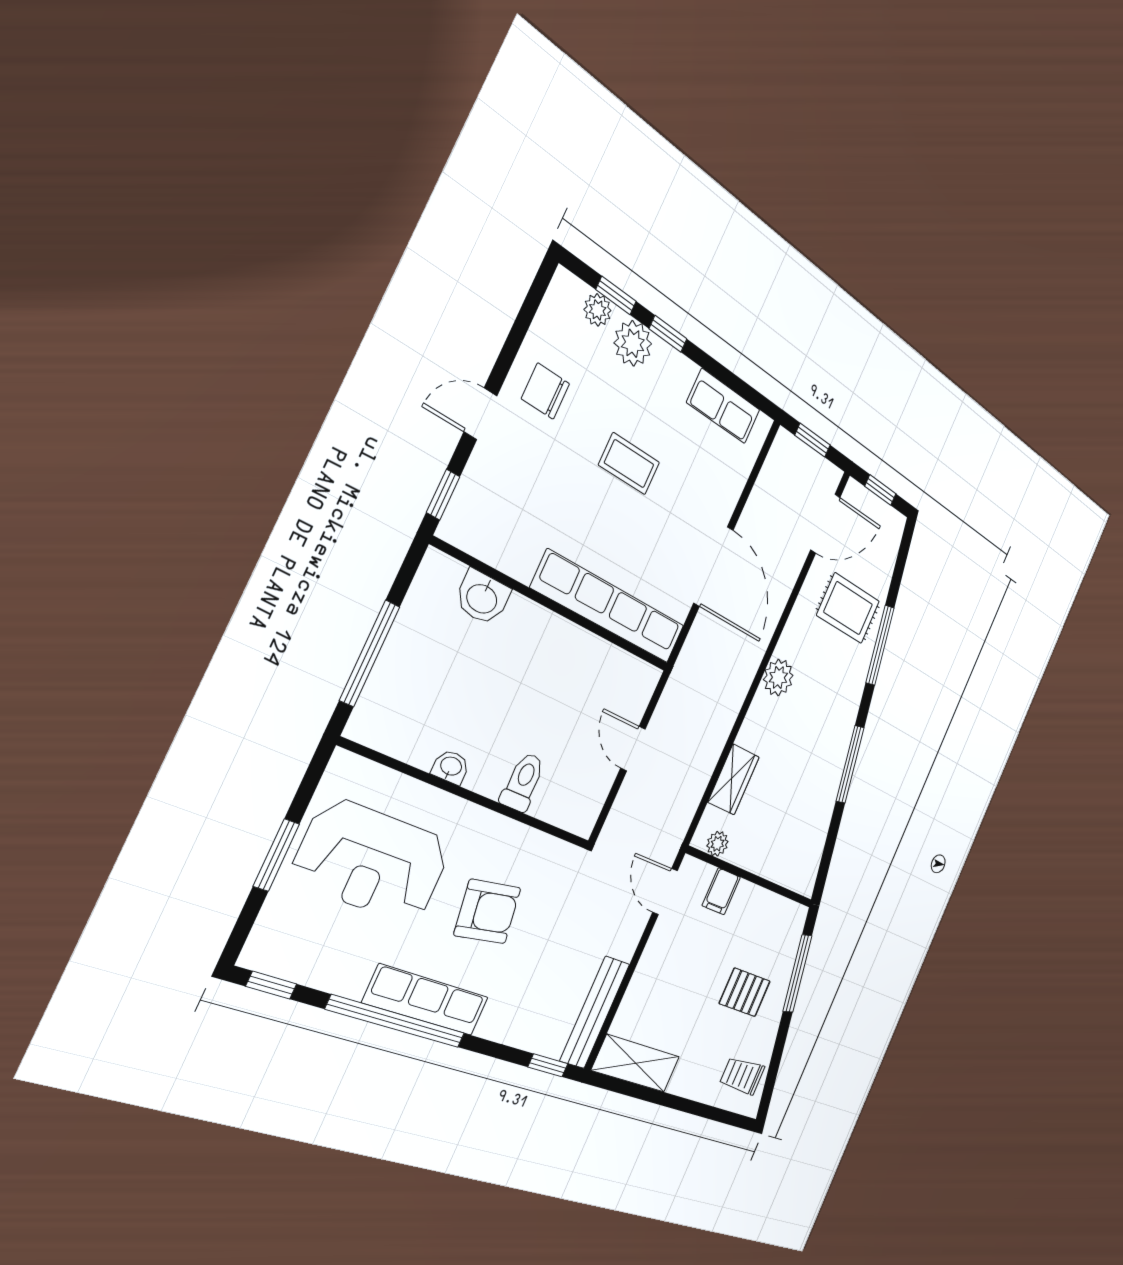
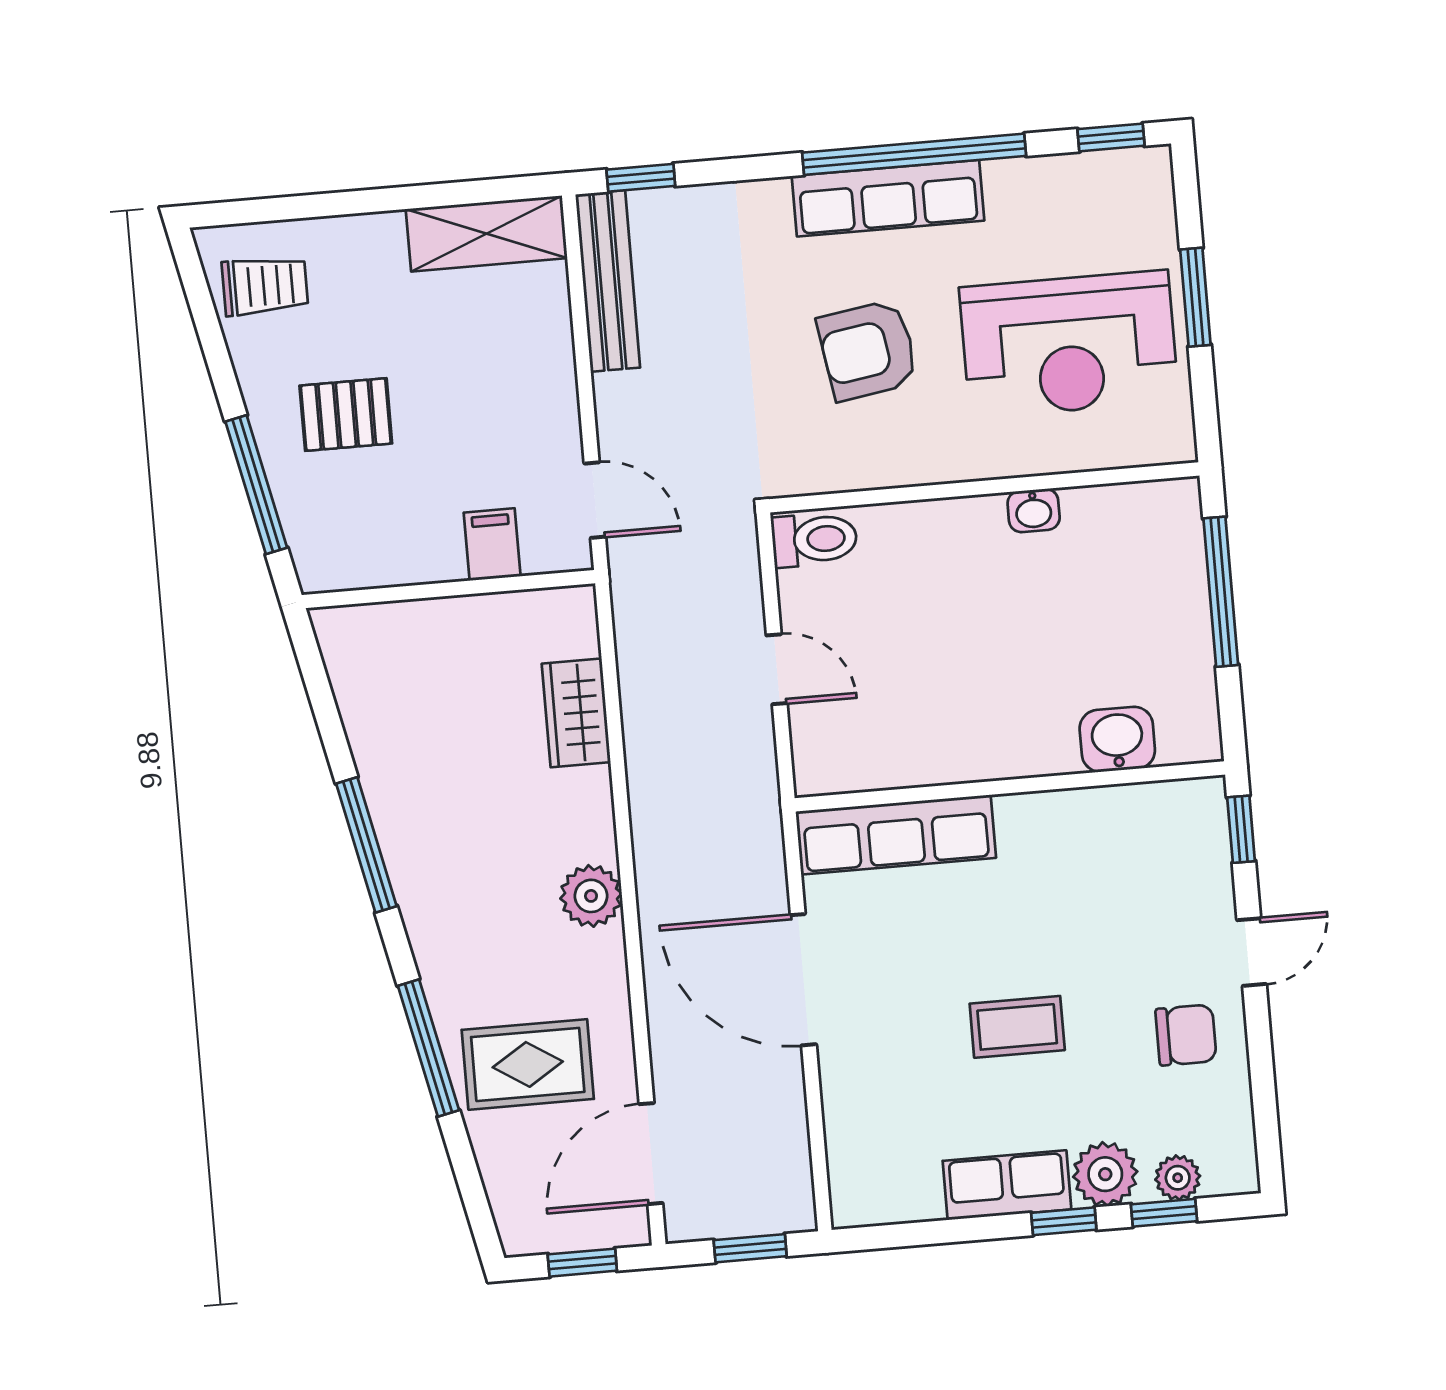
row of seats: (723, 406) -> (1007, 1185), moved
row of seats: (609, 607) -> (896, 835), width x0.73
toilet: (523, 782) -> (814, 539), moved, turned -90
plant: (717, 844) -> (545, 609), removed
reception desk: (372, 861) -> (1069, 344), turned 180

